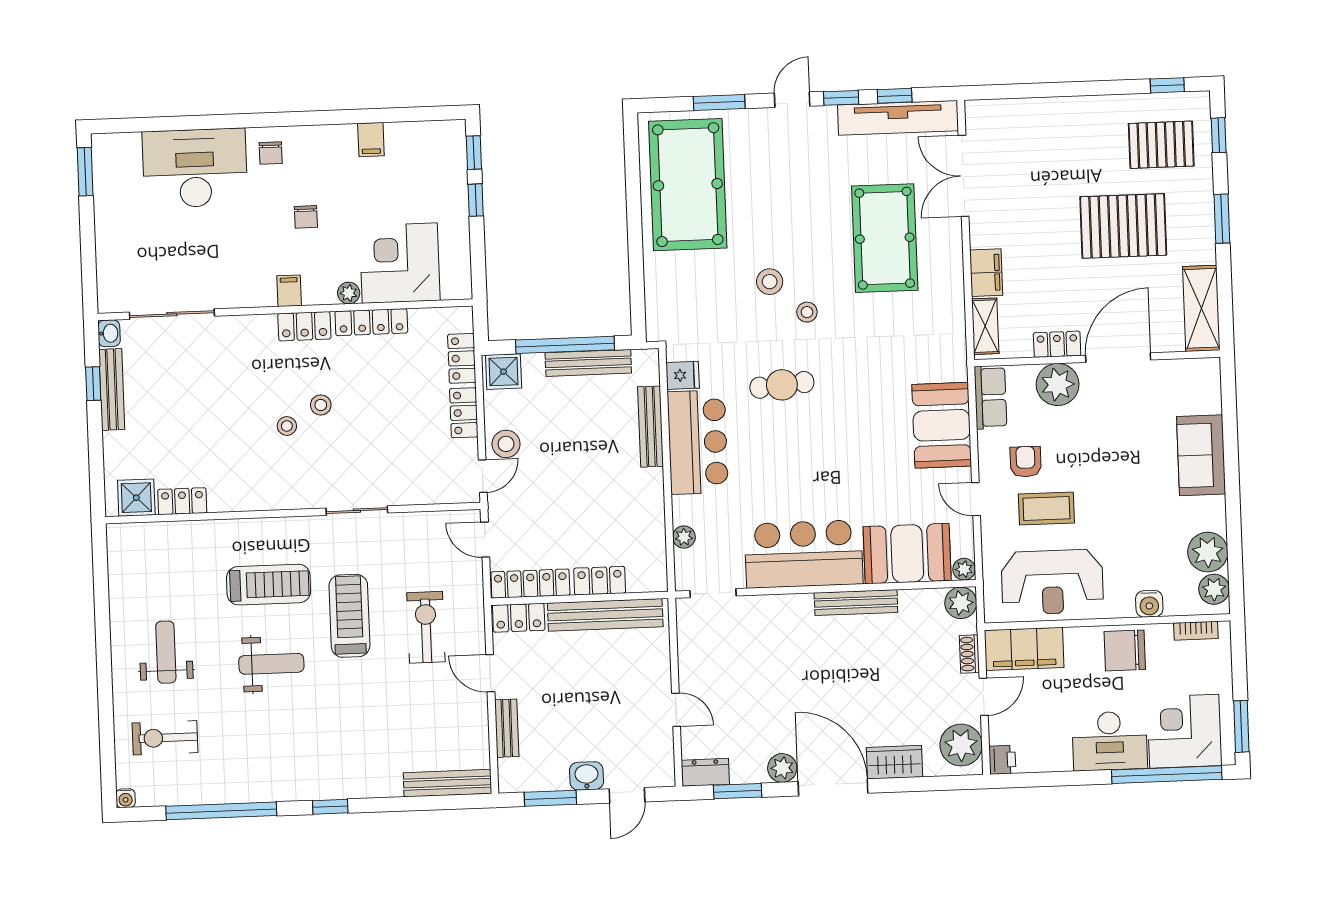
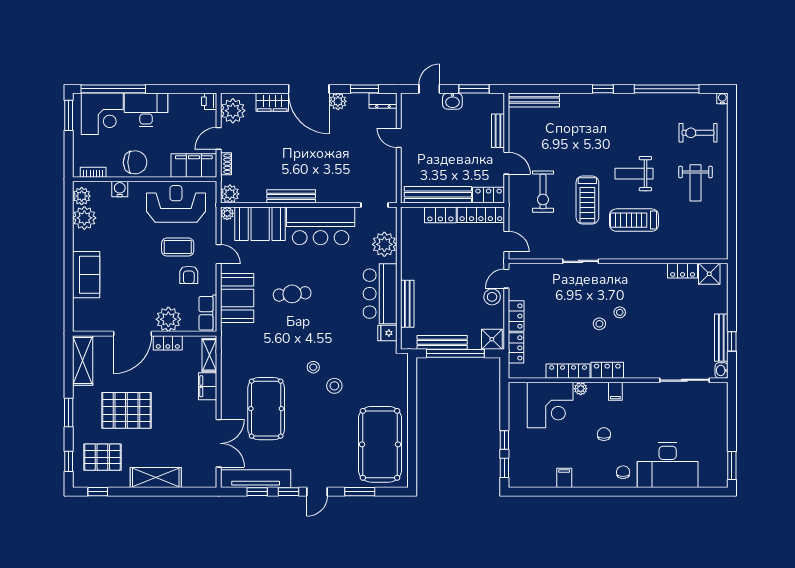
shelving: (1069, 113) -> (156, 477), added
cafe table: (782, 385) -> (292, 294), moved
plant: (684, 537) -> (384, 244), width x1.87, depth x1.87
exercise bike: (165, 738) -> (698, 133), turned 180

